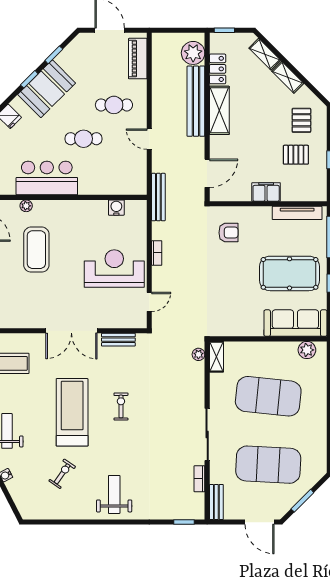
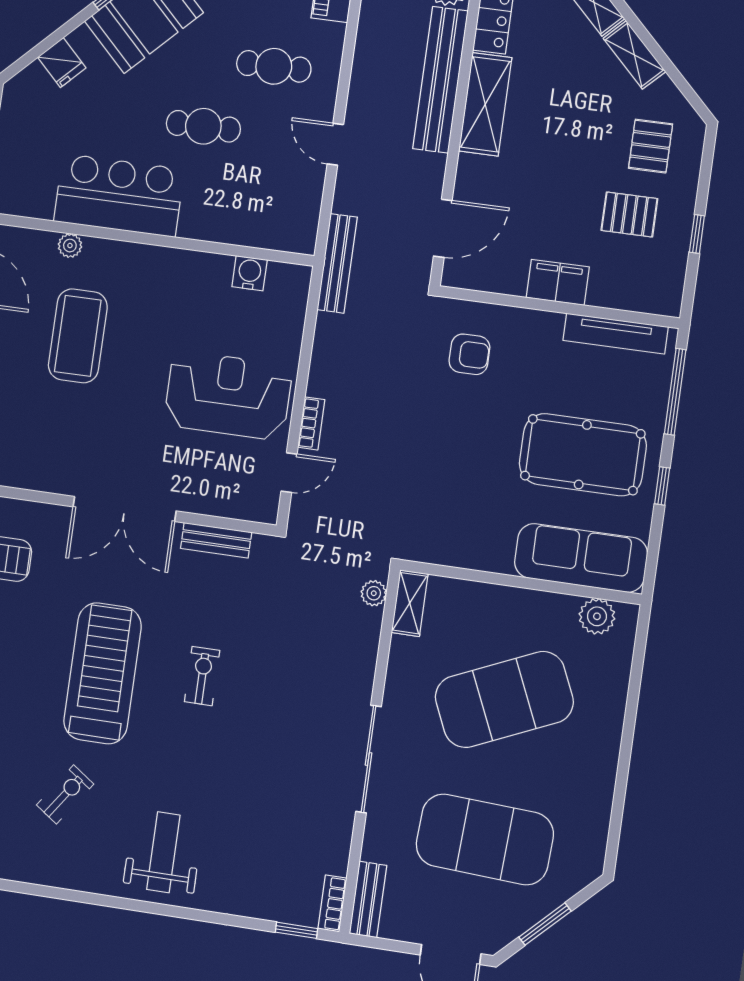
bookcase: (157, 253) -> (311, 423), moved
exercise mat: (268, 396) -> (504, 699), turned -30
bookcase: (199, 479) -> (332, 903), moved

